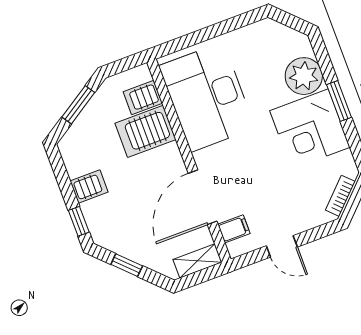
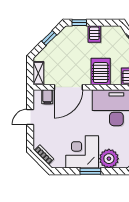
server rack: (145, 131) -> (101, 71), moved
door: (203, 197) -> (68, 87), swing flipped

